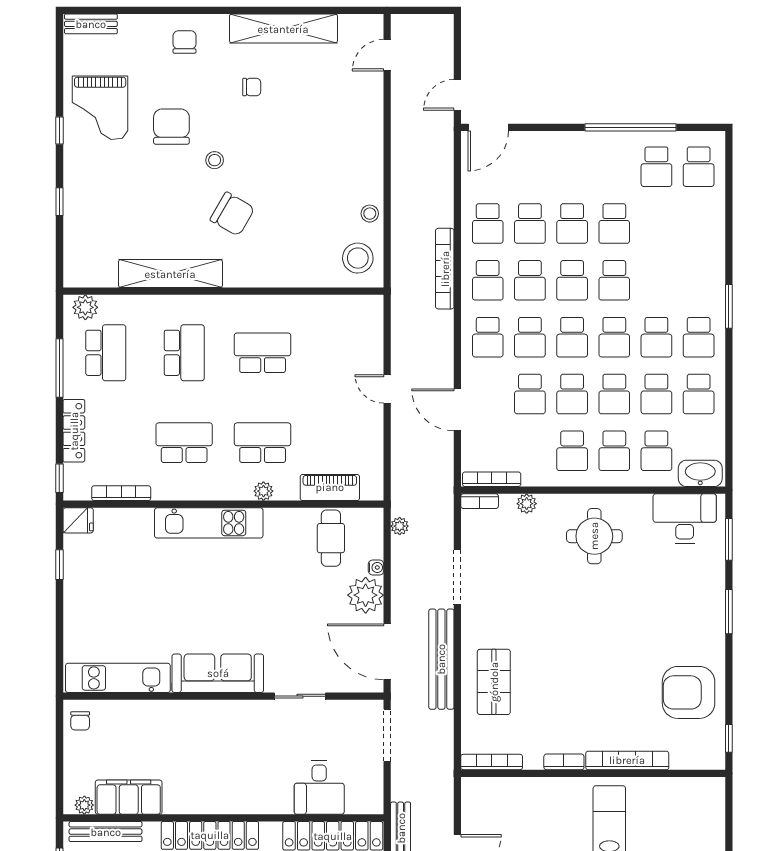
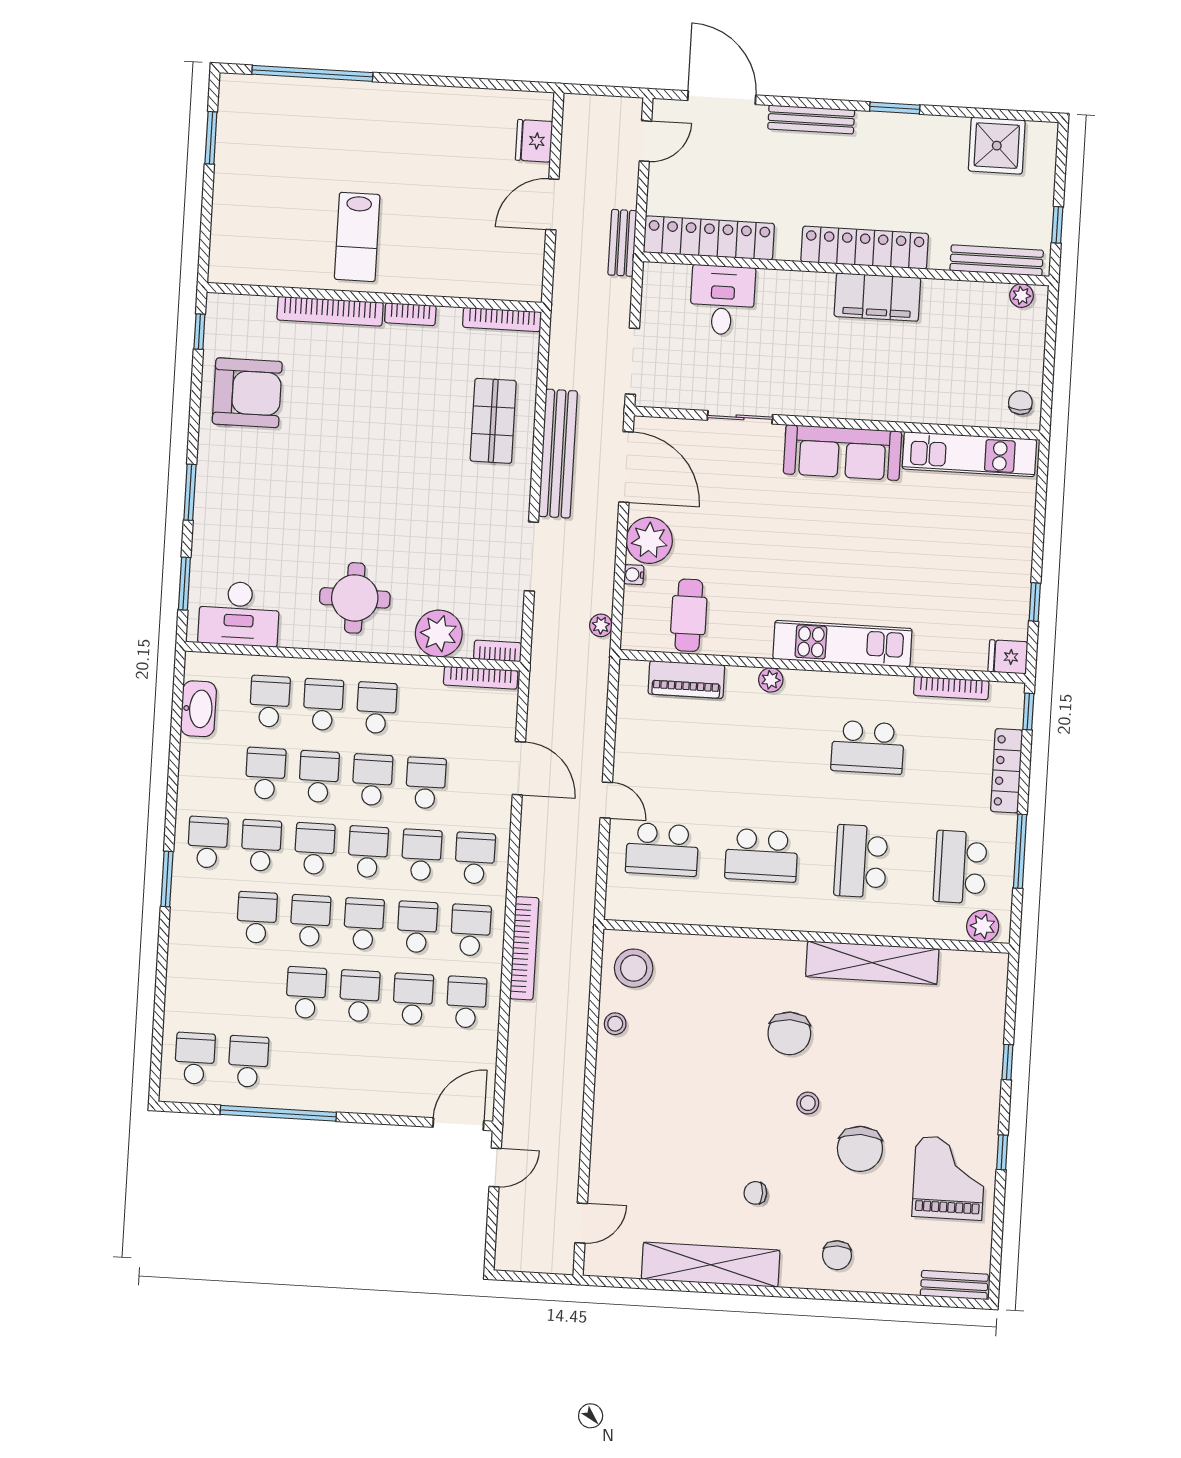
chair: (232, 214) -> (789, 1033), turned -120
school desk: (699, 394) -> (257, 917), moved
school desk: (263, 443) -> (662, 849), moved
washbasin: (700, 473) -> (198, 709), moved, turned -90
plant: (527, 504) -> (439, 633), width x1.87, depth x1.87
filing cabinet: (129, 797) -> (877, 297), moved

